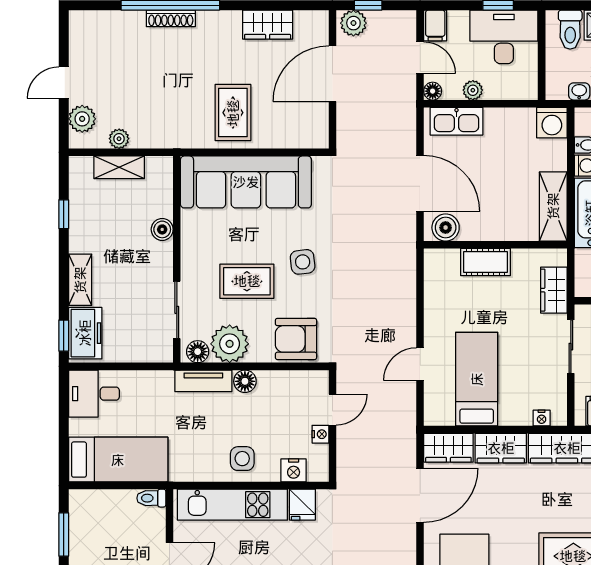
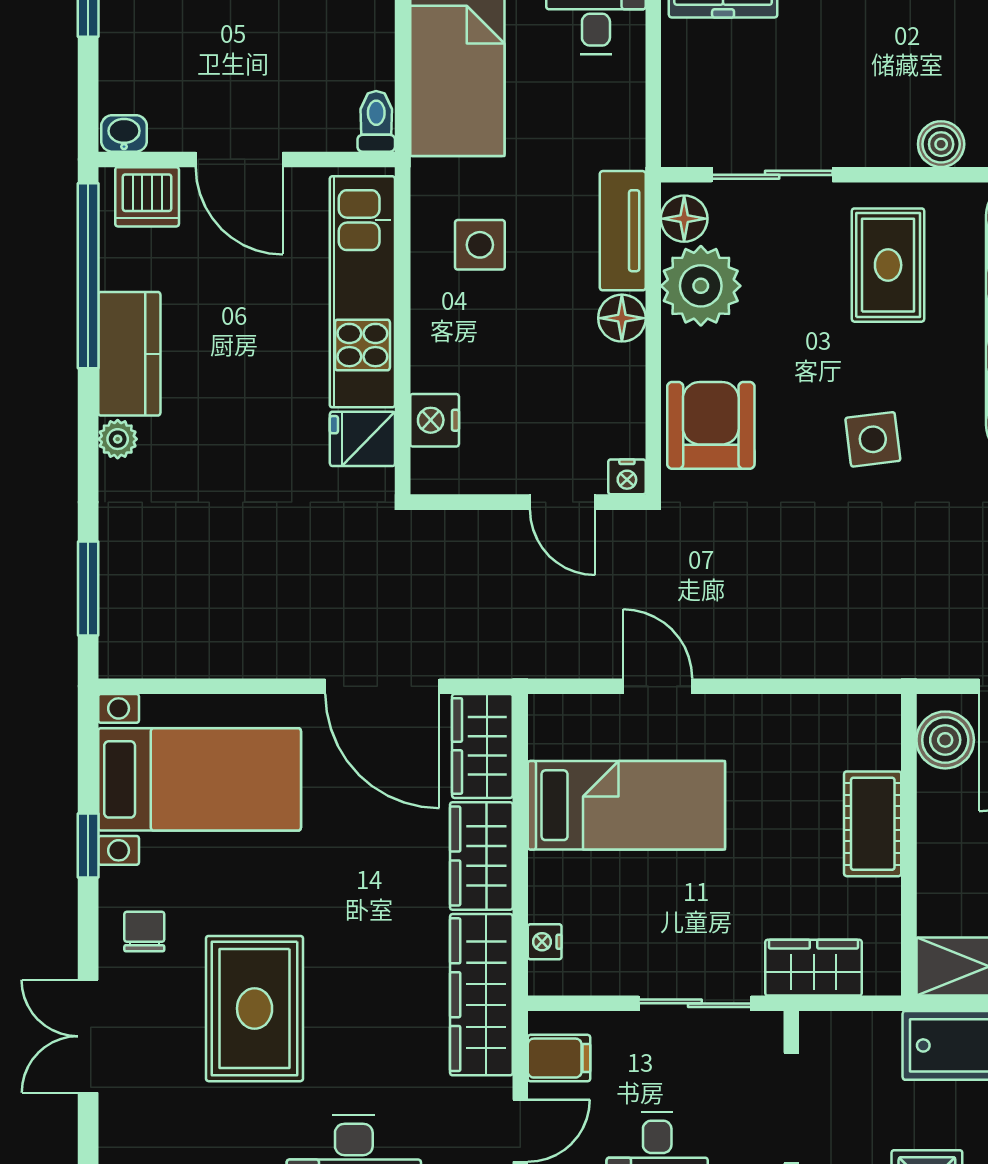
rug: (247, 281) -> (888, 265), moved
nightstand: (320, 434) -> (627, 477), moved
side table: (242, 459) -> (480, 245), moved

